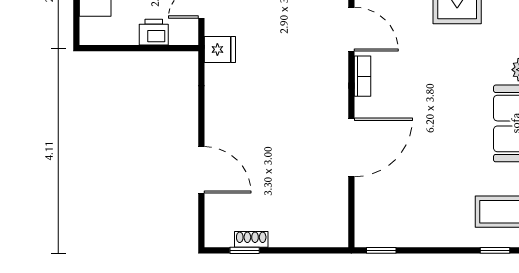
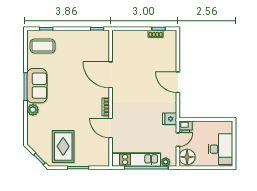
printer: (154, 32) -> (186, 127), moved
door: (351, 147) -> (111, 75), hinge flipped
door: (201, 170) -> (178, 82), moved

